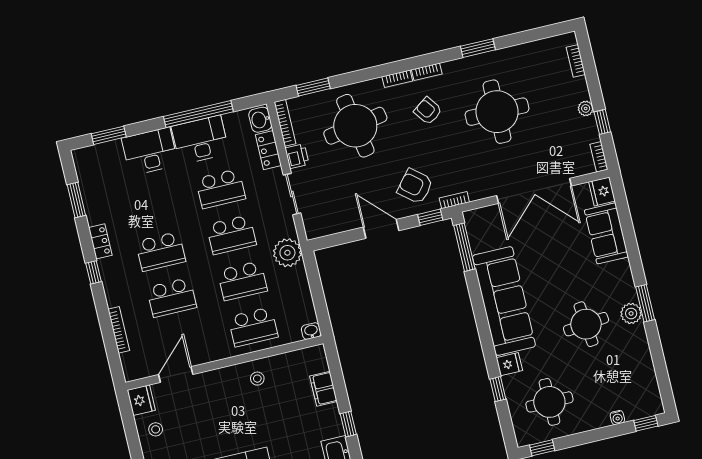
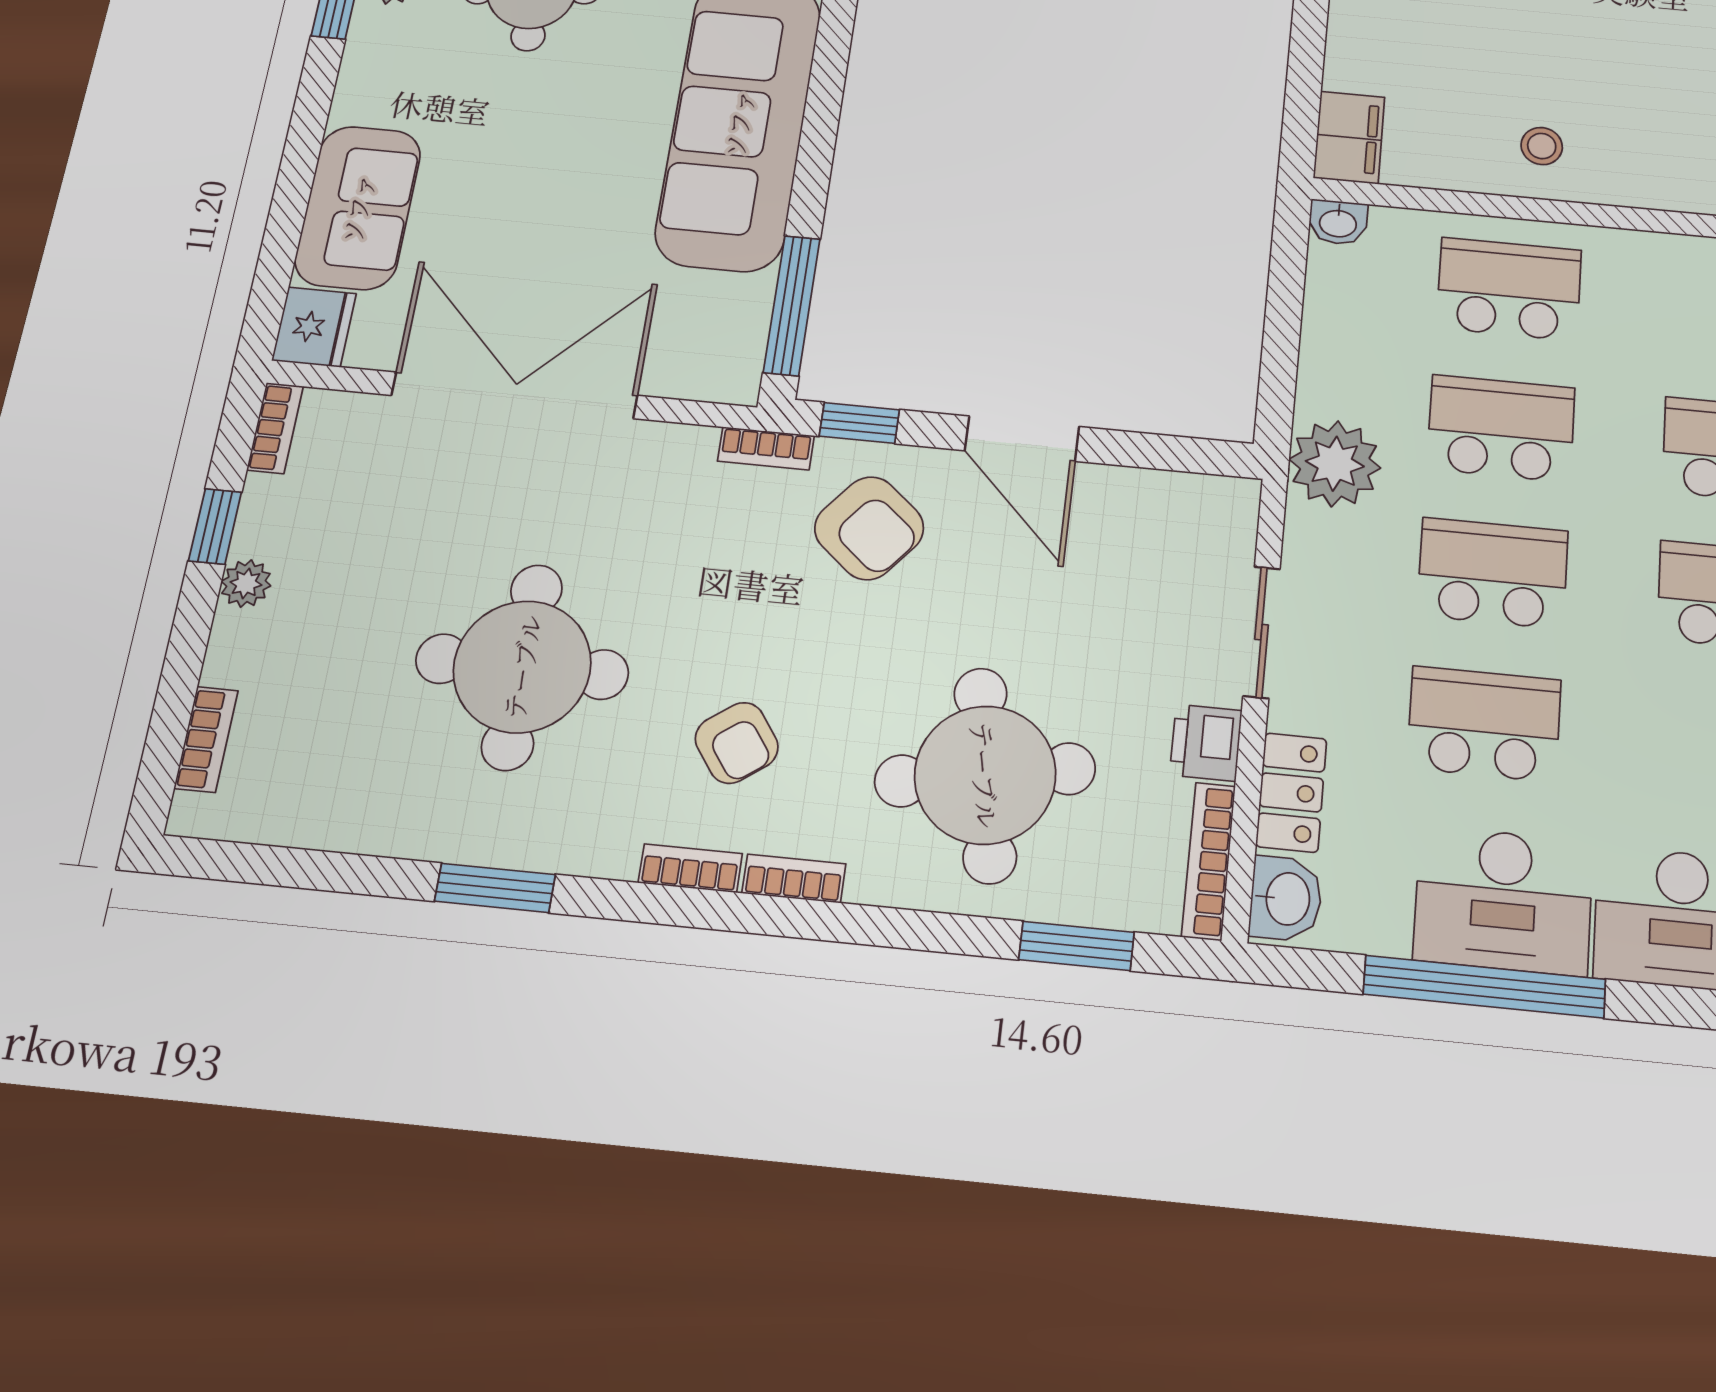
filing cabinet: (323, 389) -> (1349, 137), moved

